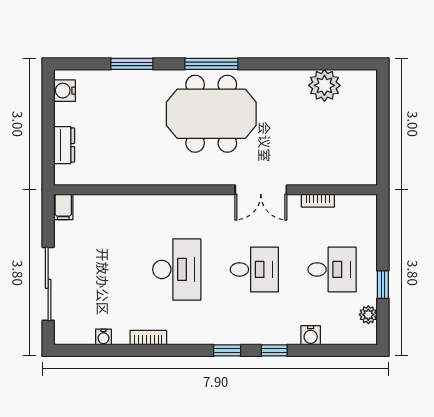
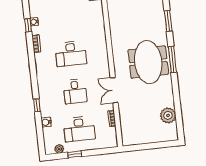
desk: (332, 269) -> (79, 129), width x1.37
window: (227, 350) -> (28, 25), moved

